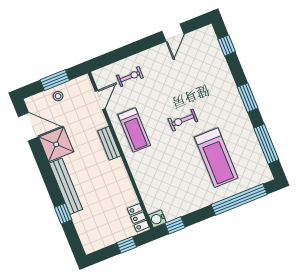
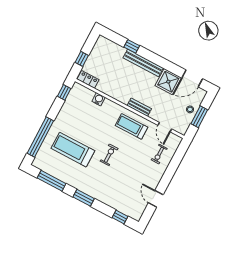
water cooler: (157, 219) -> (99, 99), moved

